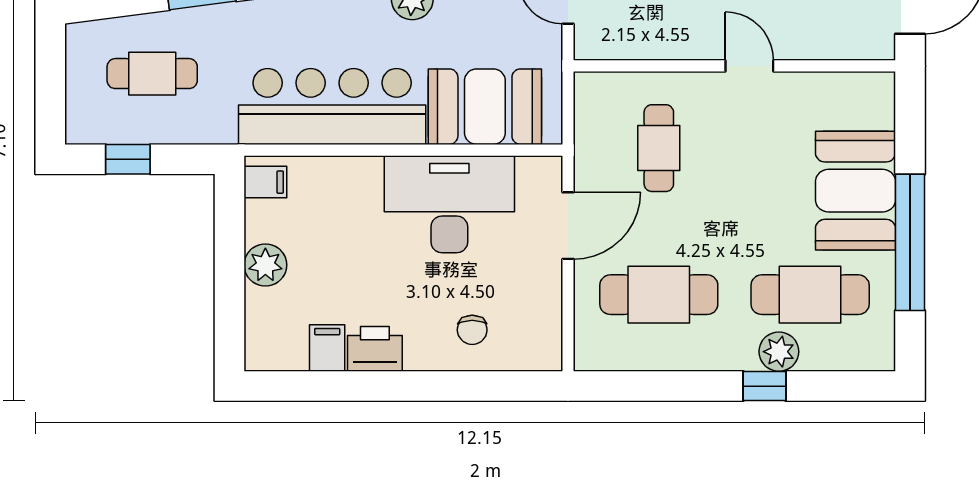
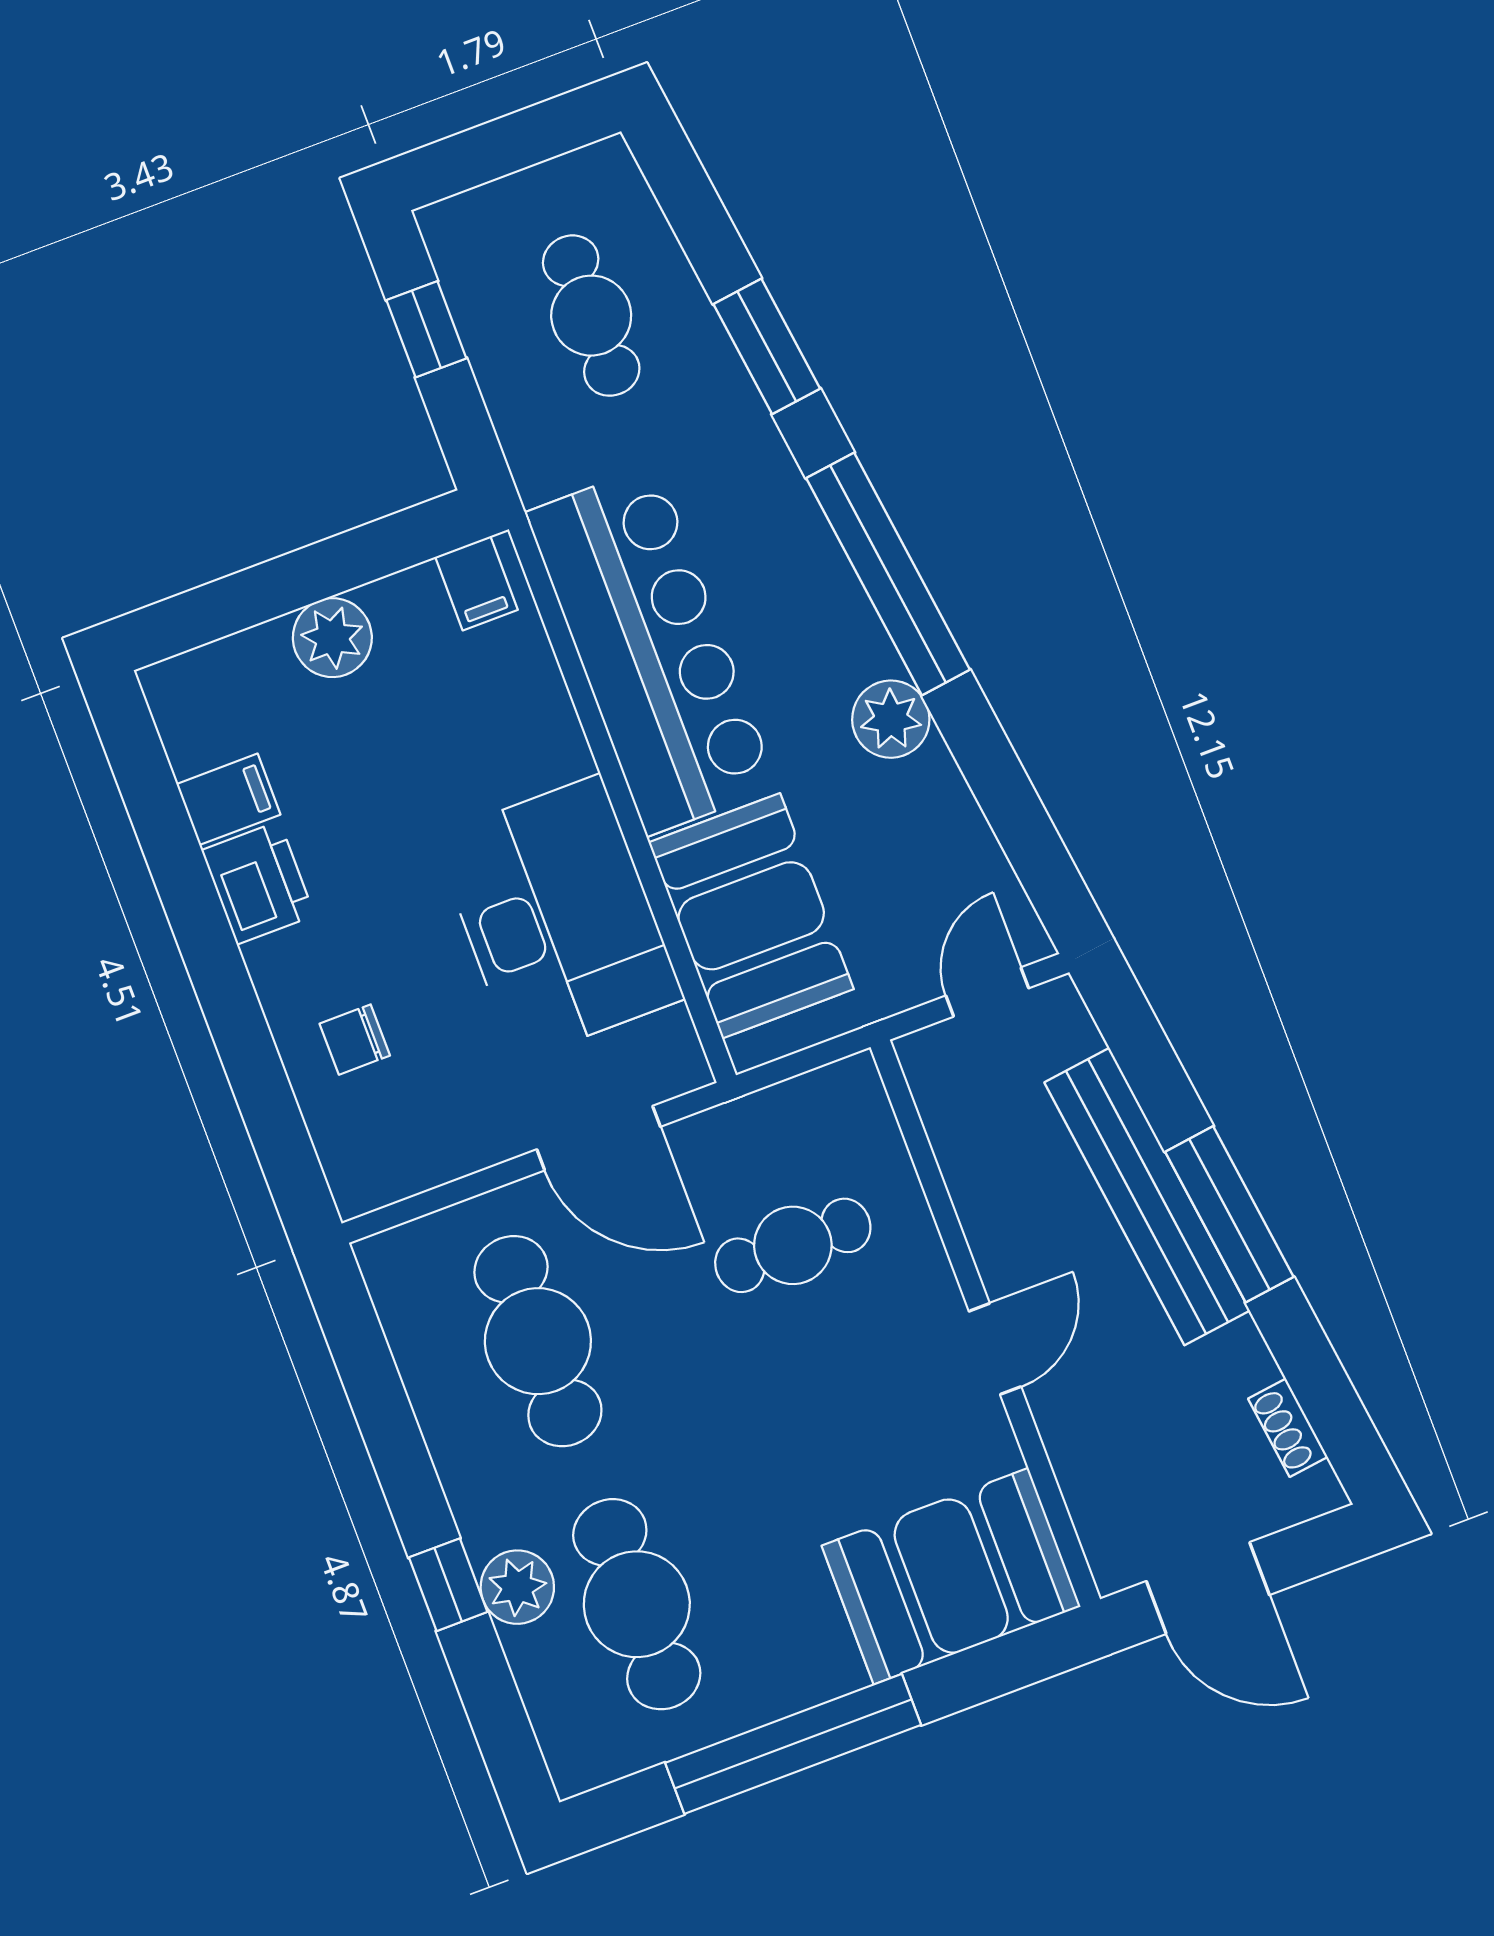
booth: (856, 191) -> (951, 1576), moved

